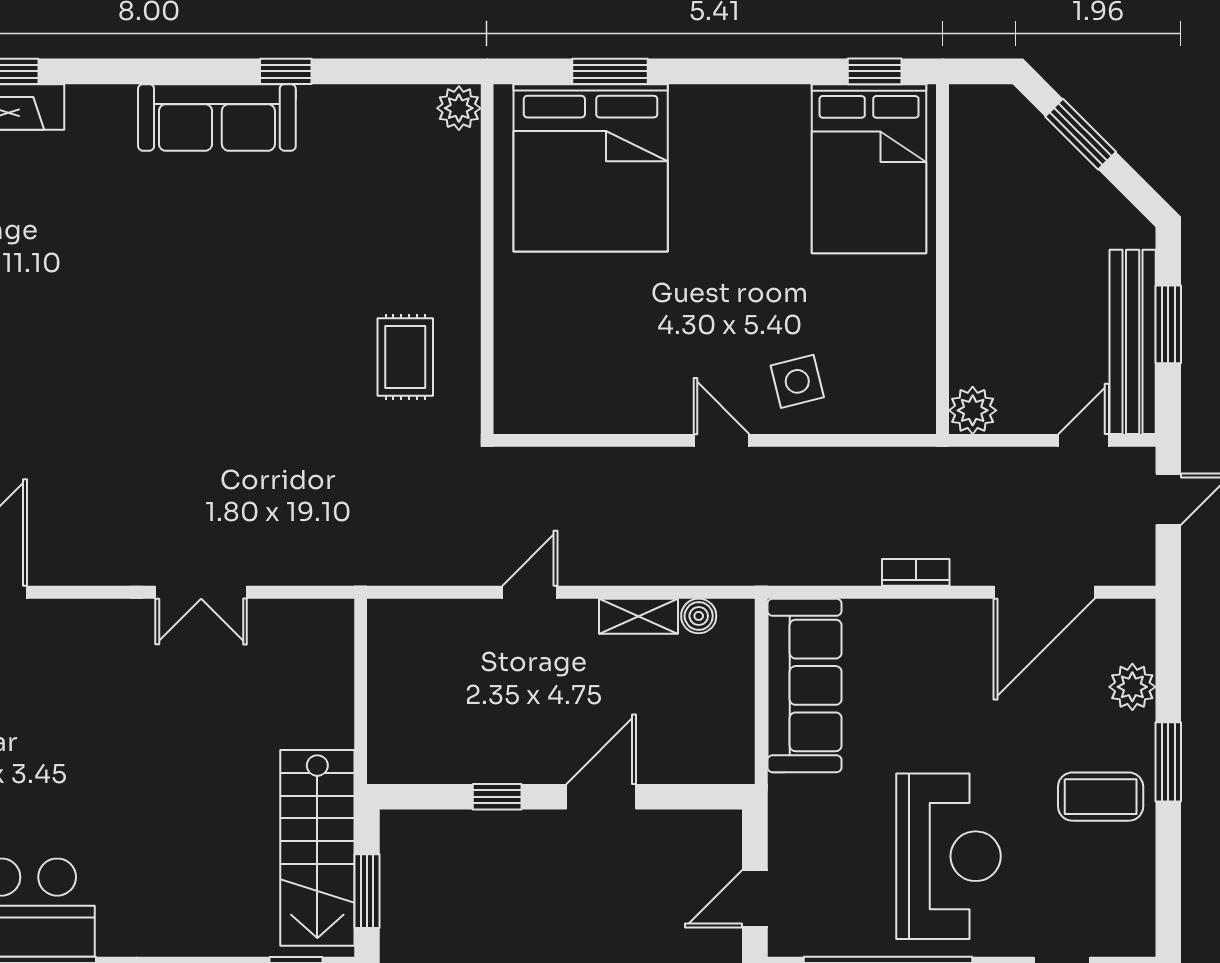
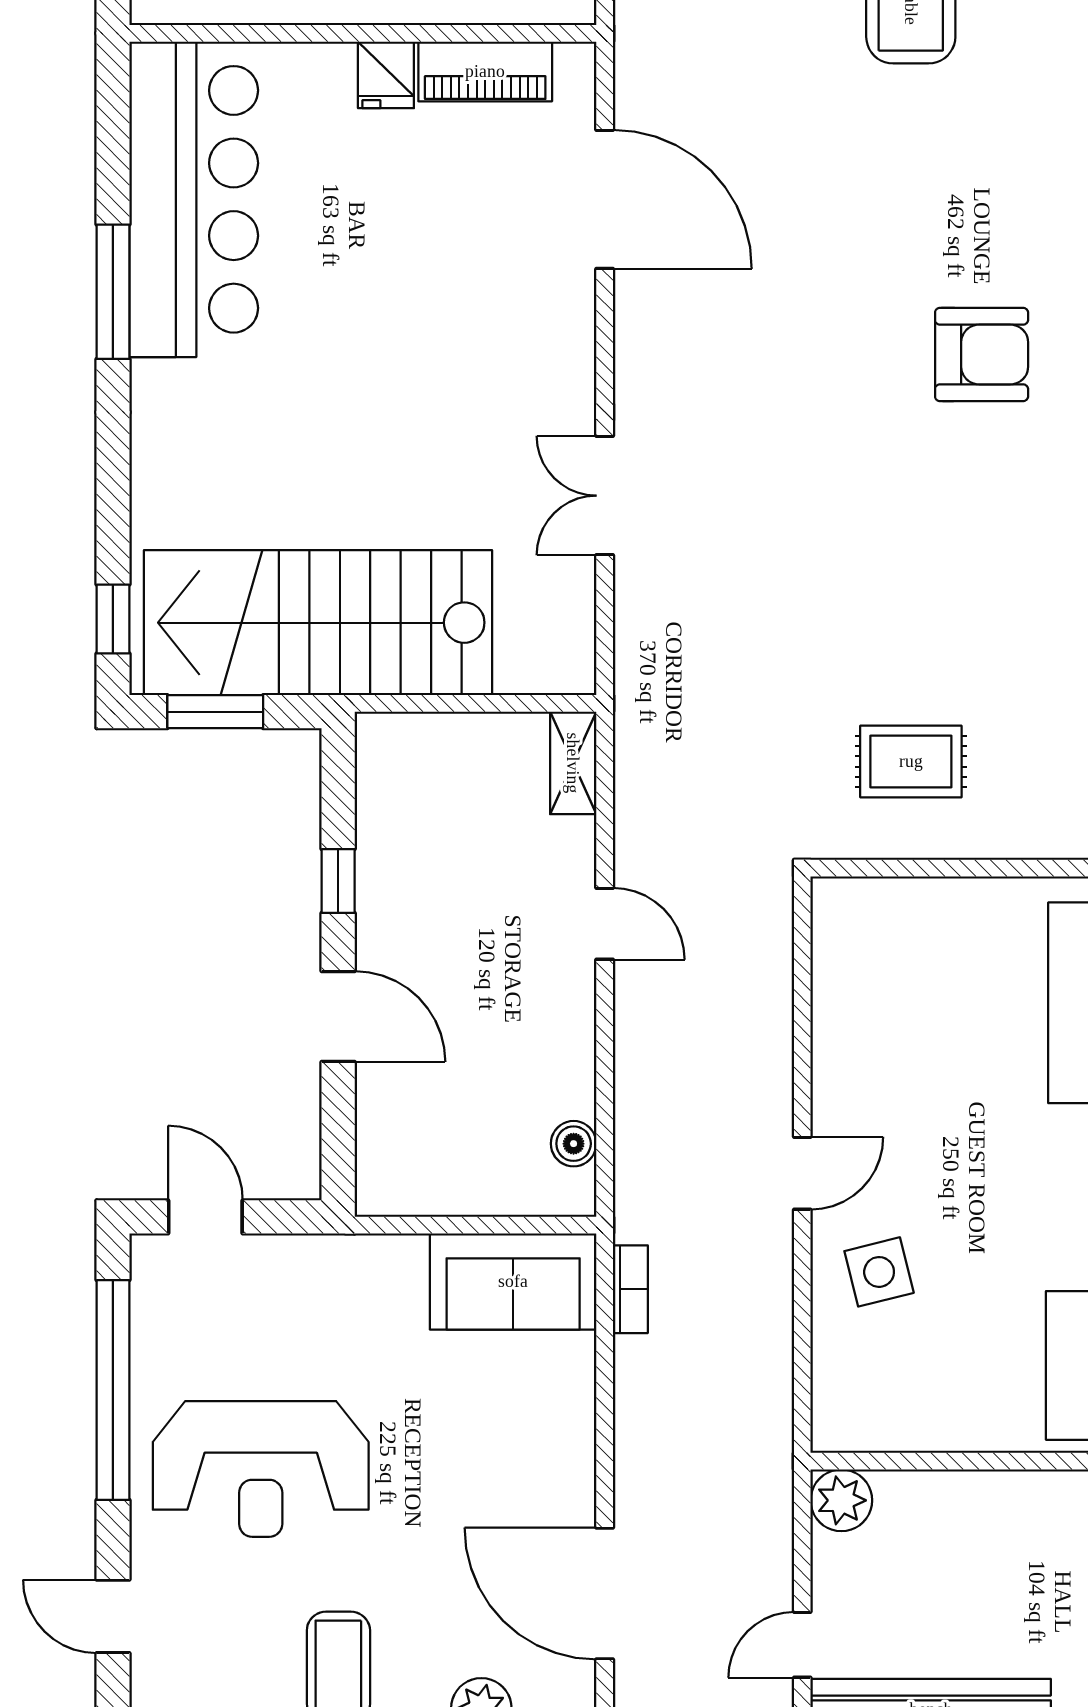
armchair: (93, 303) -> (982, 354), added
door: (1084, 440) -> (802, 1645), swing flipped
bookcase: (916, 572) -> (630, 1289), moved
shelving: (638, 616) -> (573, 763), moved
sofa: (805, 685) -> (513, 1281), width x0.73
stairs: (317, 848) -> (318, 623), width x1.36, depth x1.51

